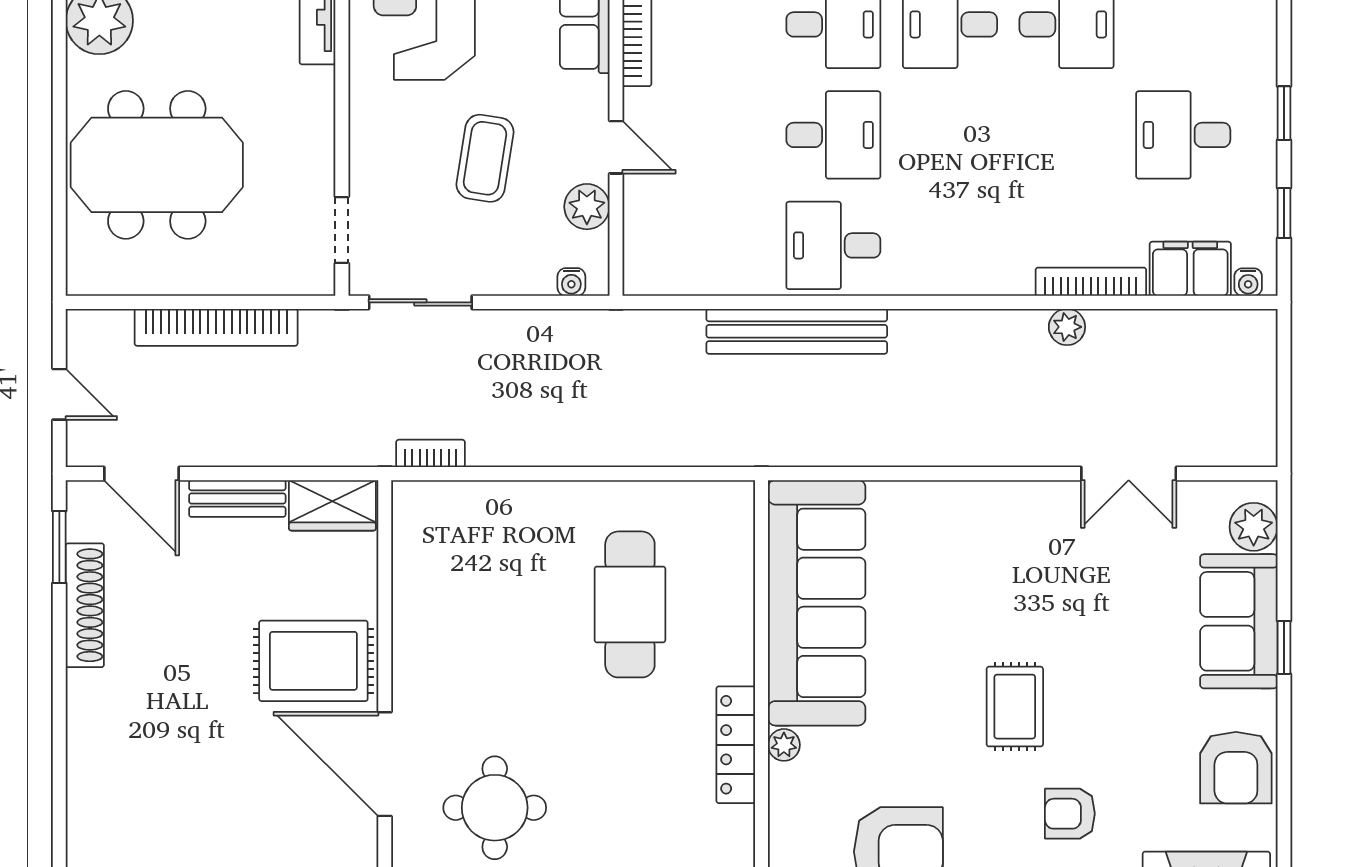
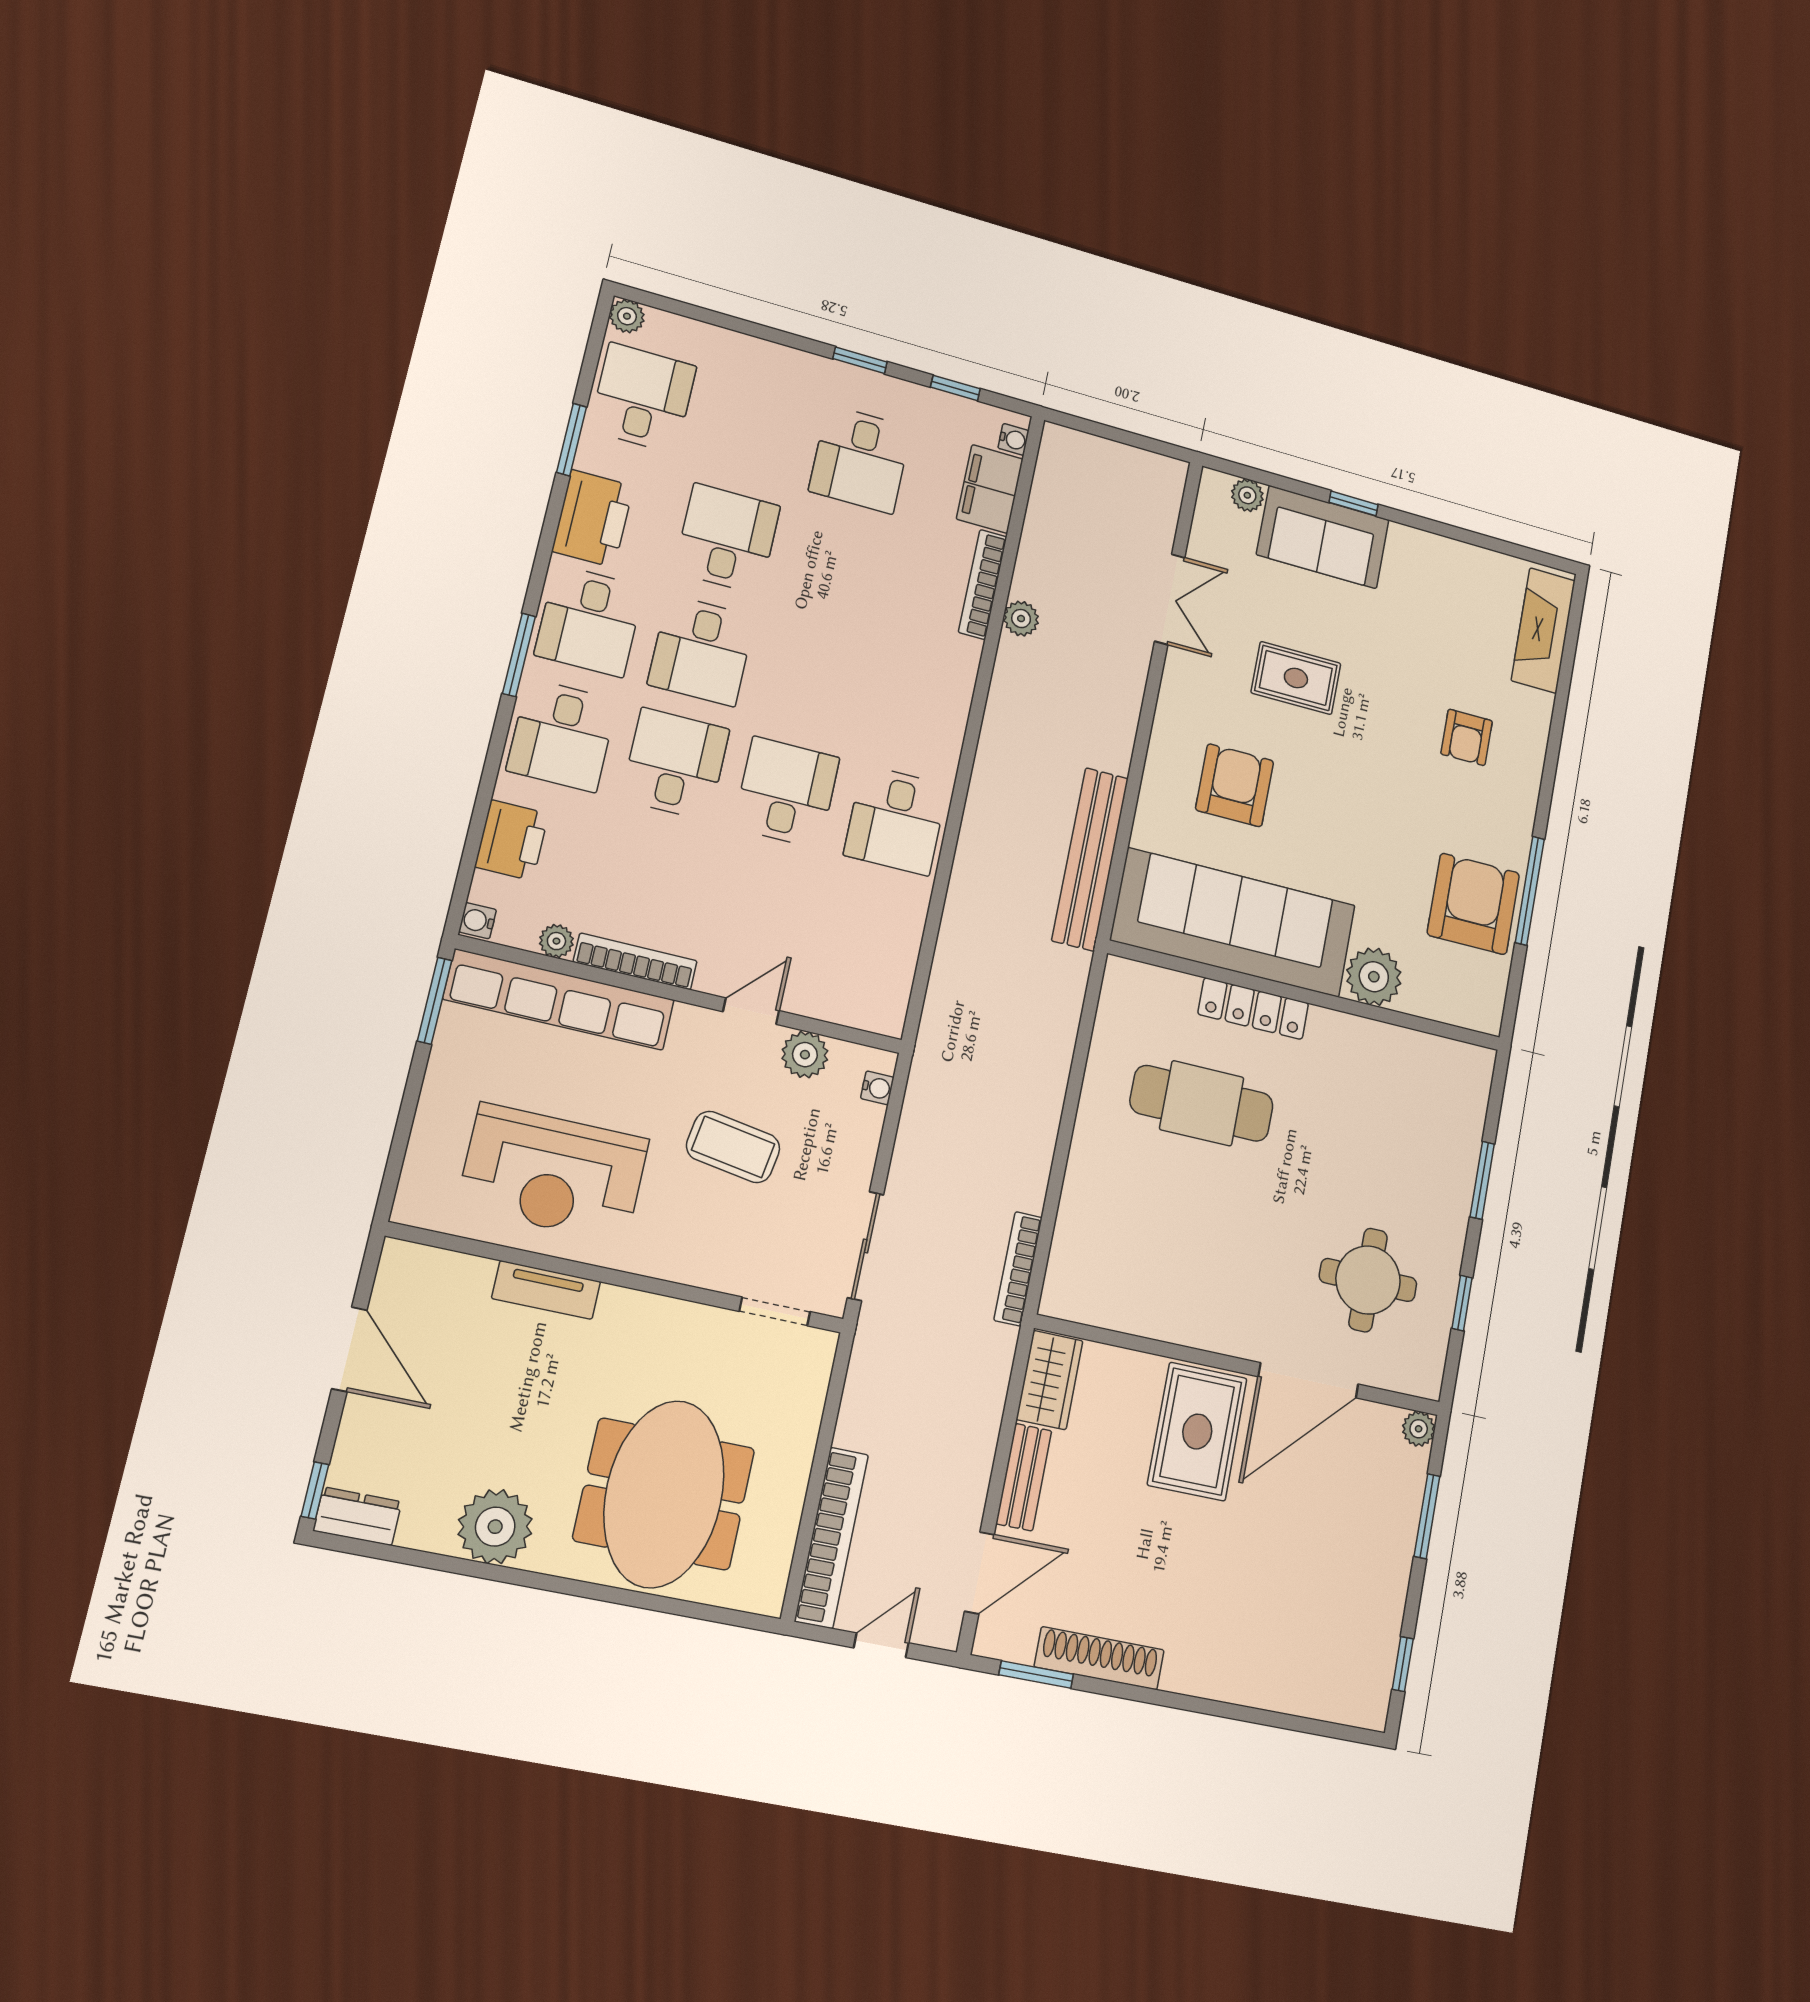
bookcase: (216, 327) -> (831, 1538), moved
bench: (797, 331) -> (1090, 859), moved
bookcase: (431, 453) -> (1018, 1269), width x1.56
plant: (1254, 527) -> (1247, 495), width x0.73, depth x0.73
rug: (1015, 707) -> (1296, 678), moved
locker: (736, 745) -> (1253, 1009), moved
plant: (784, 745) -> (1374, 977), width x1.87, depth x1.87
armchair: (1236, 768) -> (1235, 785), moved, turned -90

